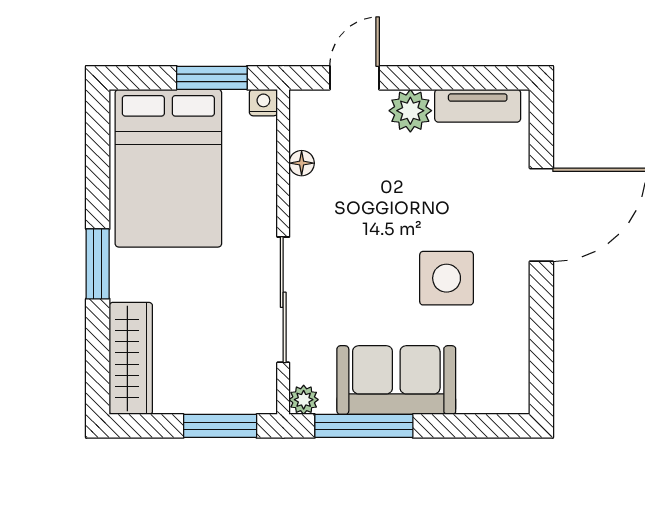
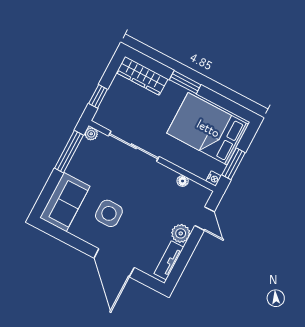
sofa: (396, 380) -> (65, 202), moved
window: (220, 426) -> (98, 96), width x0.67

